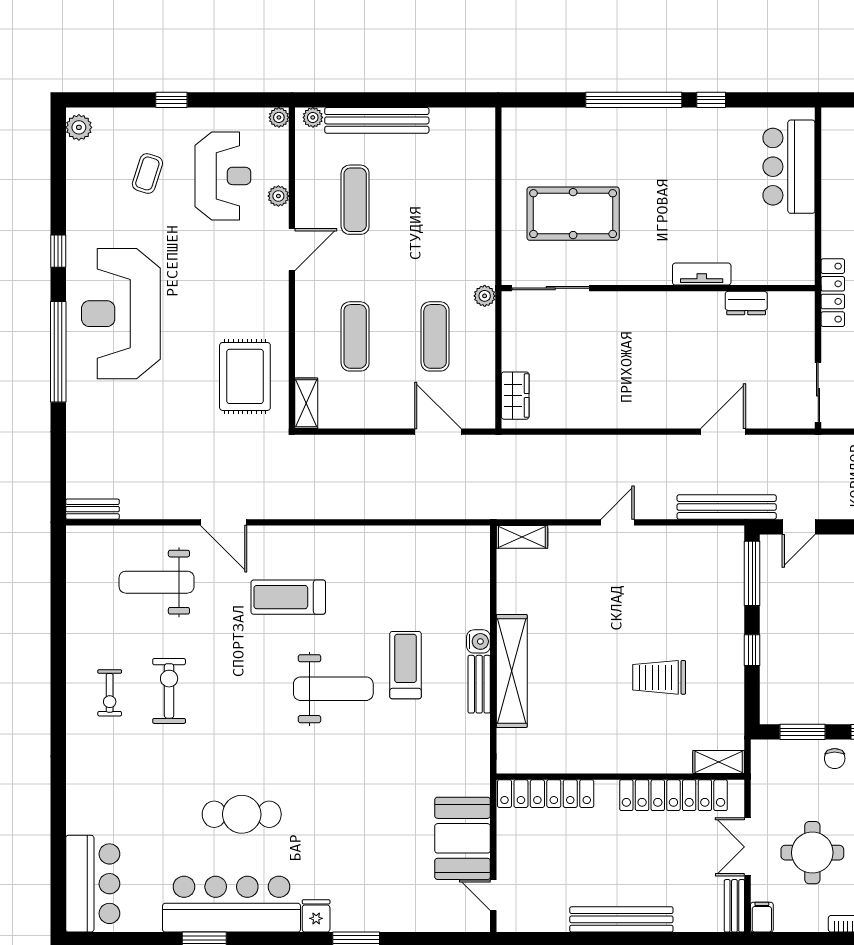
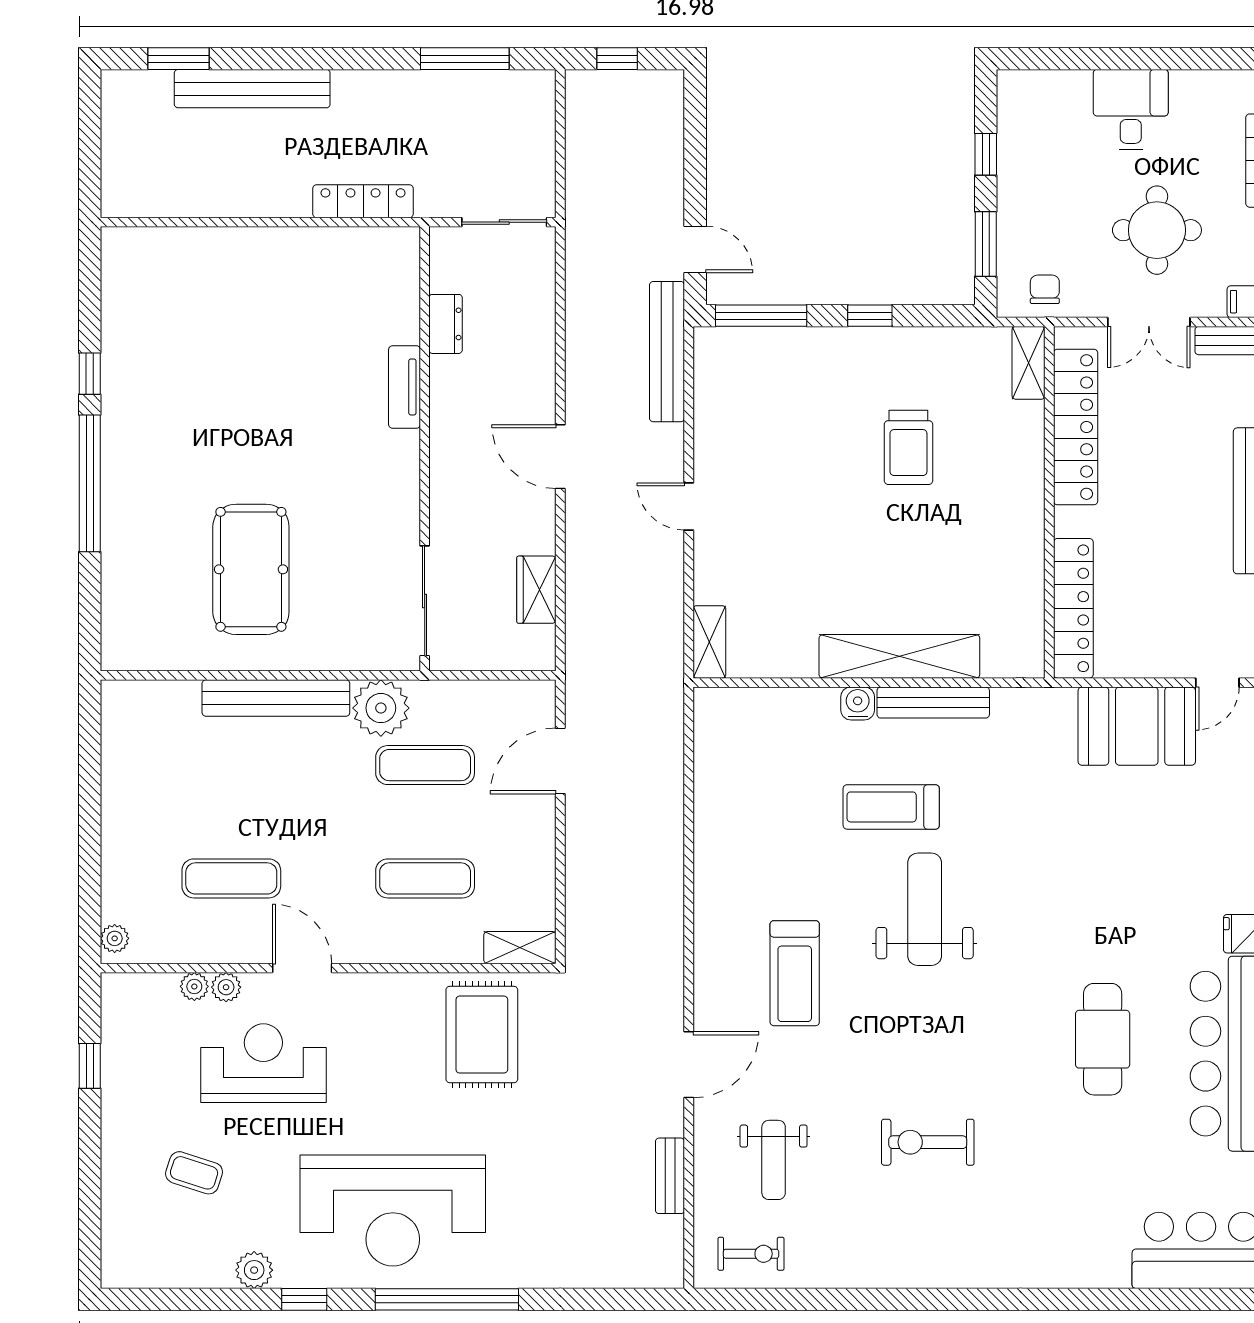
window: (171, 100) -> (90, 1066), moved
plant: (279, 117) -> (194, 986), moved
bench: (377, 120) -> (276, 698), moved, turned 90
plant: (79, 127) -> (254, 1270), moved
bar counter: (789, 167) -> (184, 263), removed
reception desk: (223, 176) -> (263, 1063), moved
tv unit: (702, 274) -> (405, 387), moved
sliding door: (551, 288) -> (425, 601), moved
wall: (658, 288) -> (425, 449), moved
plant: (485, 296) -> (381, 708), width x1.88, depth x1.88
dresser: (746, 303) -> (446, 324), moved
rug: (245, 376) -> (482, 1035), turned 90
wardrobe: (515, 396) -> (536, 590), moved, turned -90
door: (723, 432) -> (560, 457), moved
bench: (92, 509) -> (670, 1176), moved
weight bench: (157, 582) -> (774, 1160), width x0.73, depth x0.75
bench: (479, 684) -> (933, 703), width x1.36
exercise bike: (110, 693) -> (751, 1254), moved
chair: (835, 759) -> (1045, 289), moved, turned -90

